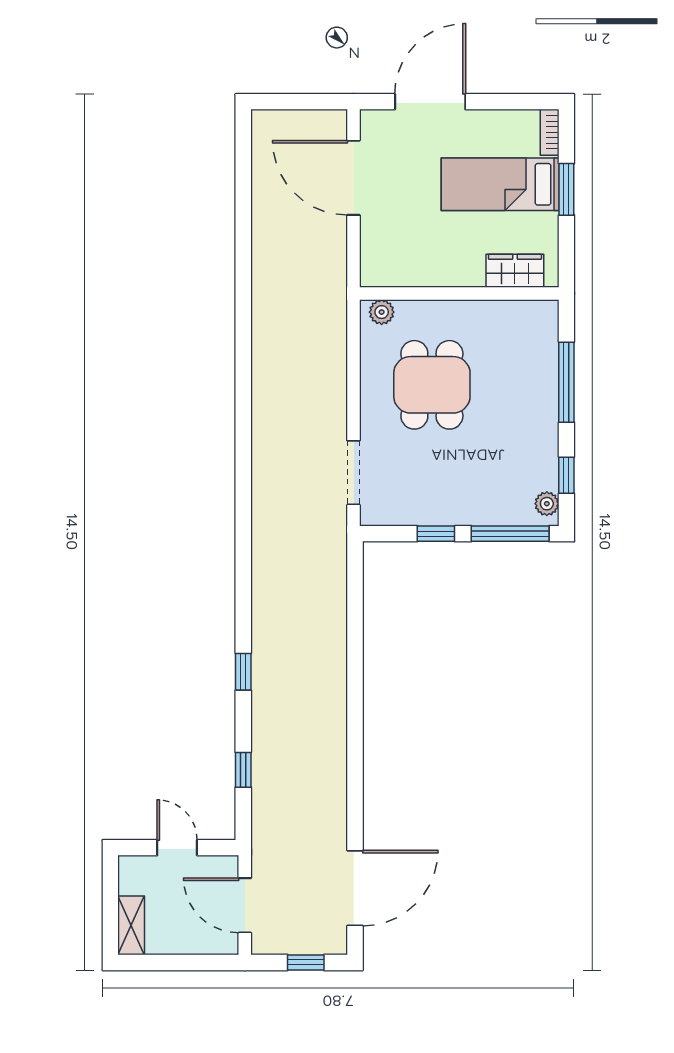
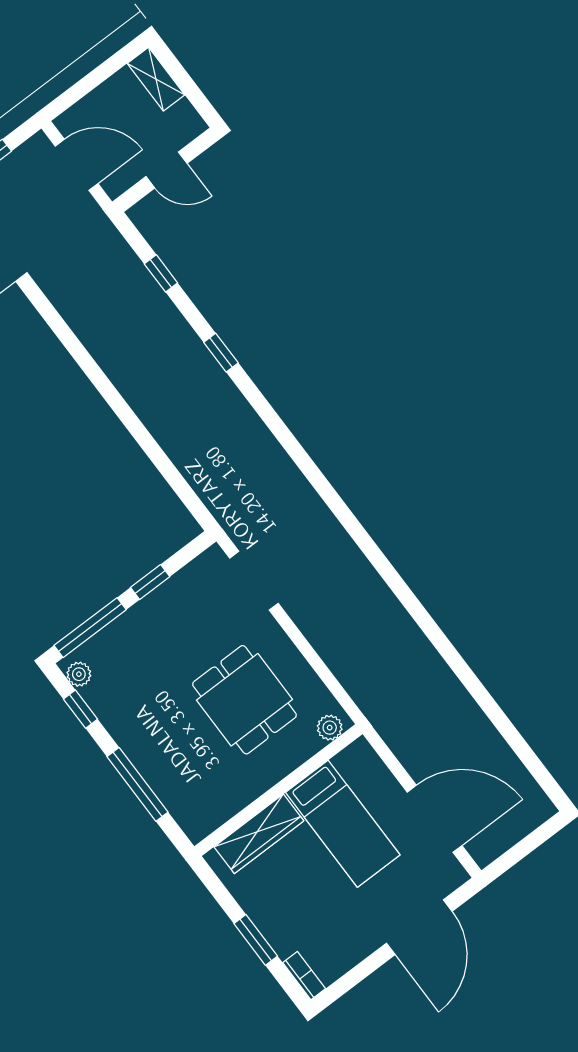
bed: (500, 184) -> (343, 824), moved, turned 90
wardrobe: (515, 271) -> (259, 834), width x1.50

